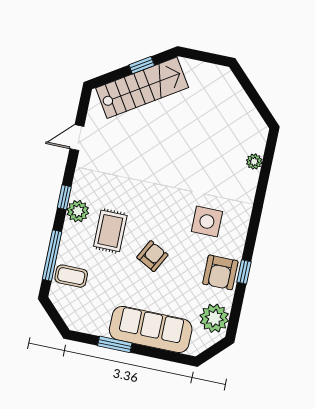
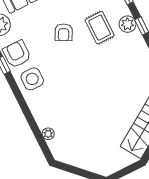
side table: (207, 222) -> (32, 79), moved

